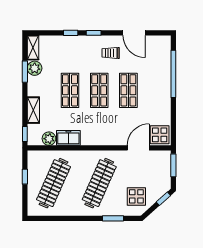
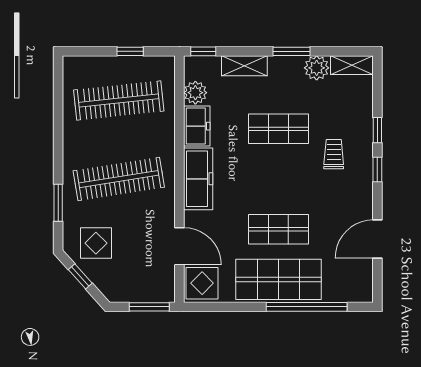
trolley: (111, 53) -> (334, 154), moved
window: (25, 72) -> (292, 51), moved
shop shelf: (99, 90) -> (278, 279), moved, width x1.43, depth x1.36
freezer: (99, 137) -> (198, 179), added
clothes rail: (54, 183) -> (119, 100), turned -30
clothes rail: (99, 183) -> (119, 179), turned -33
window: (163, 199) -> (80, 276), moved

